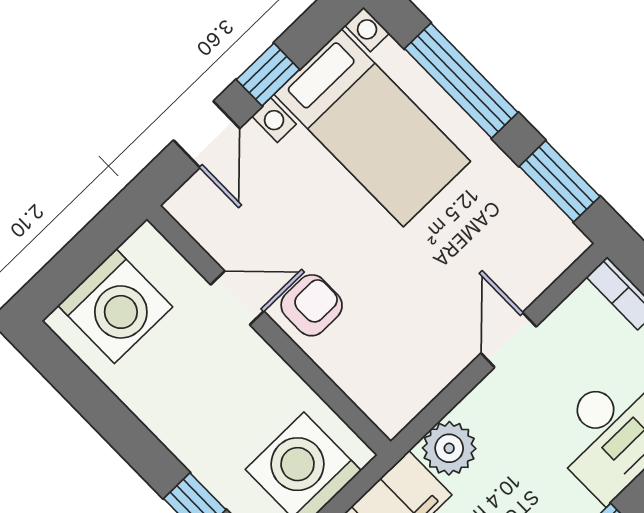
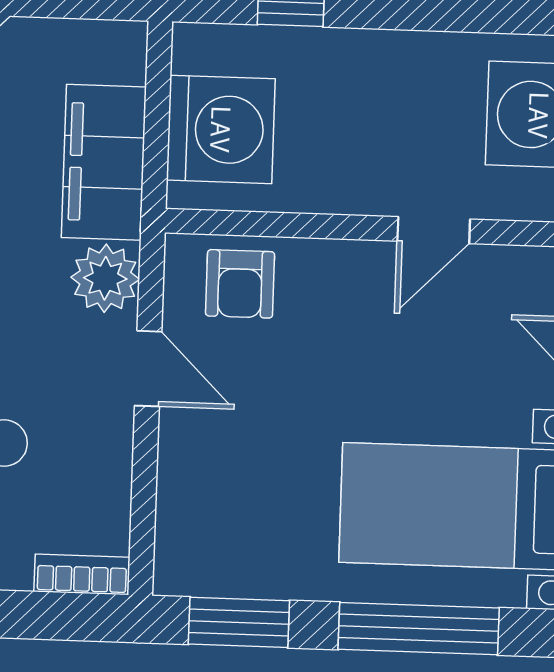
armchair: (312, 305) -> (240, 284), moved
door: (509, 340) -> (148, 369), moved

